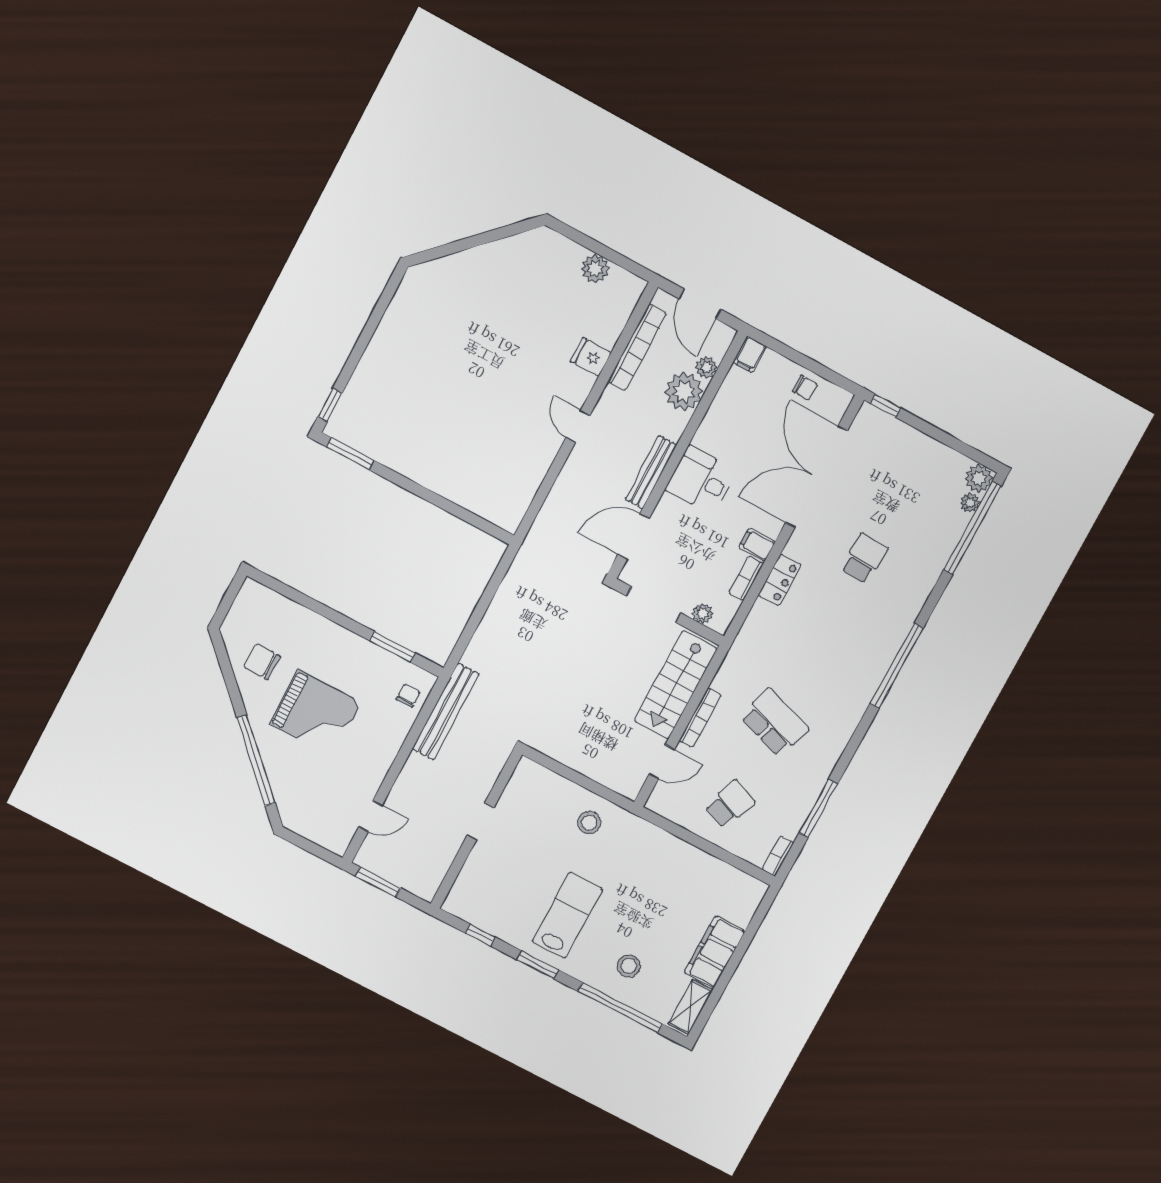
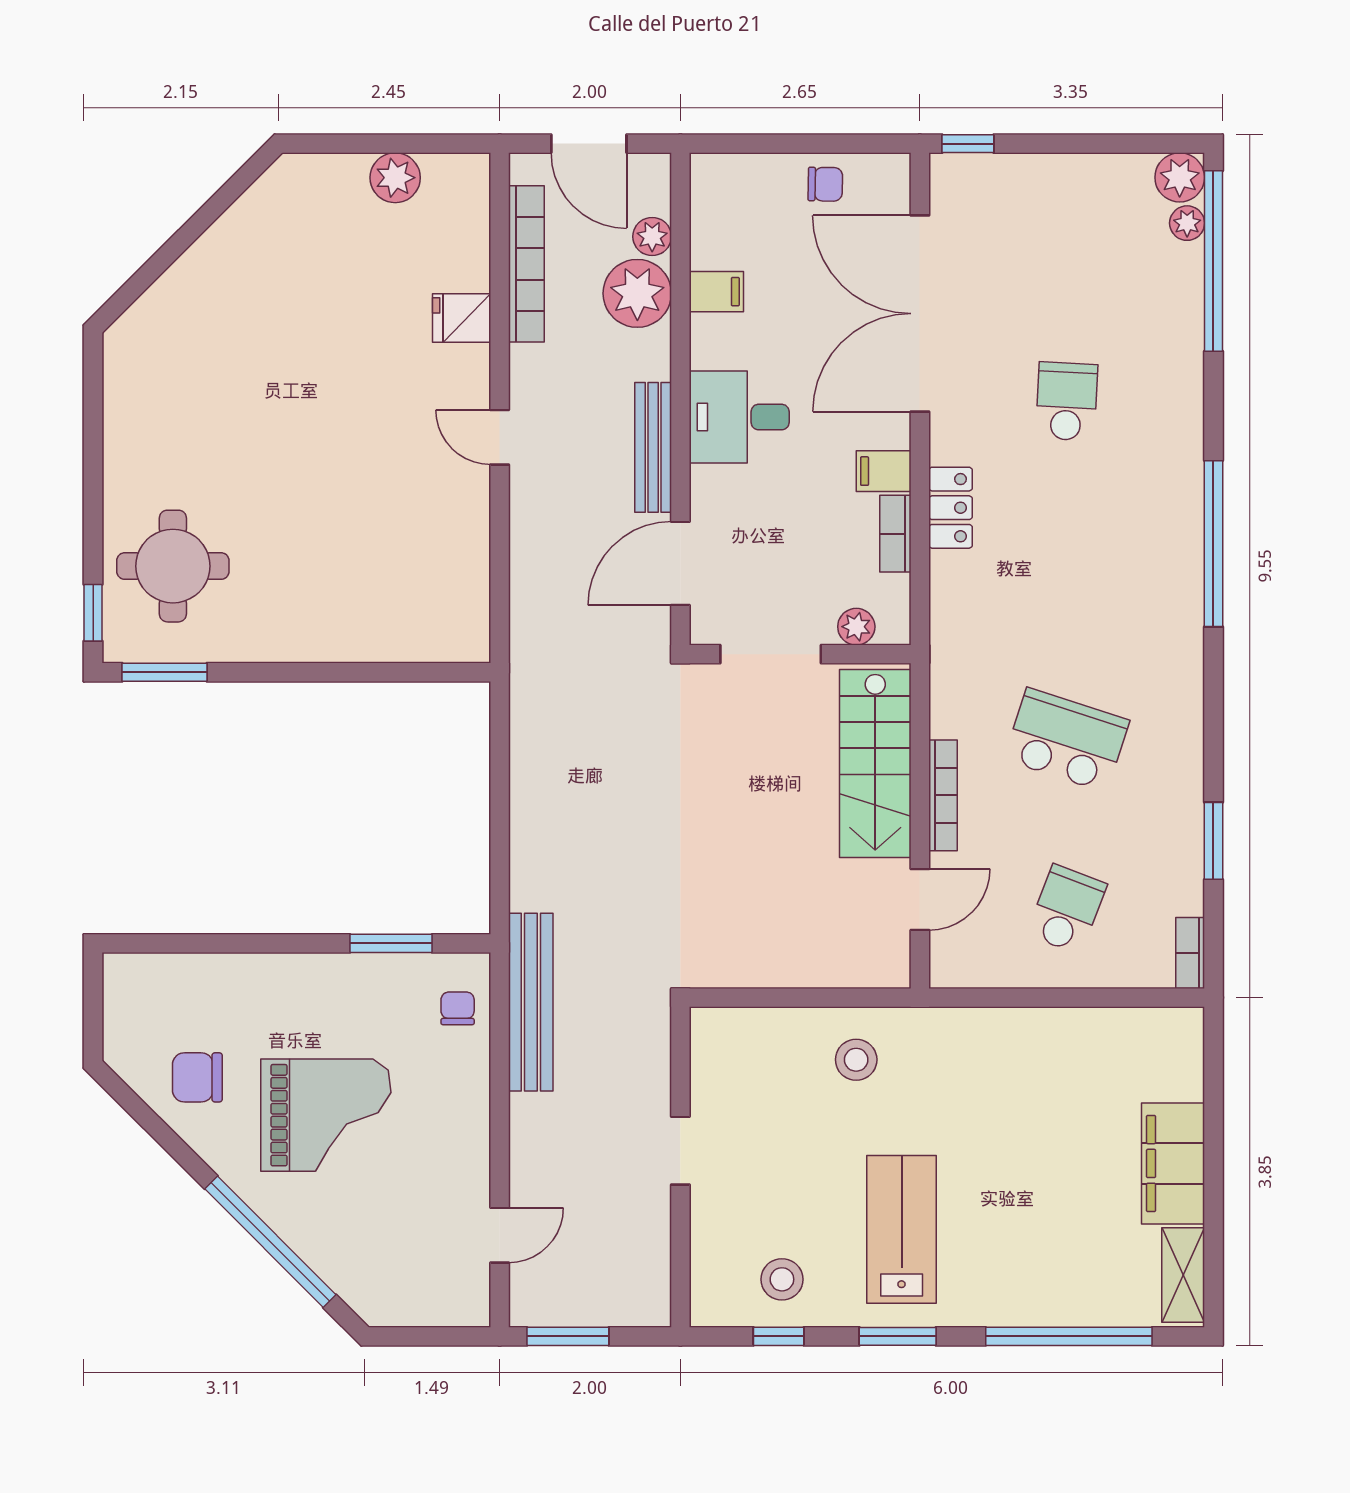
filing cabinet: (750, 354) -> (716, 292), moved, turned -90
round table: (382, 403) -> (173, 566), added
window: (818, 809) -> (1213, 841), width x0.69
stool: (629, 966) -> (782, 1279), moved

